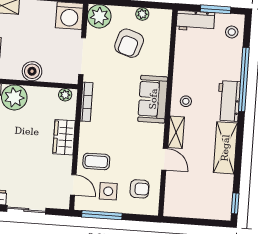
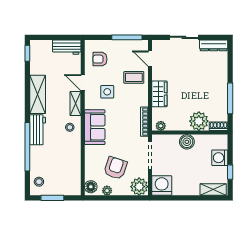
floor lamp: (163, 21) -> (91, 187), added
workbench: (195, 21) -> (67, 47), moved, turned 180
side table: (108, 191) -> (107, 92), moved

